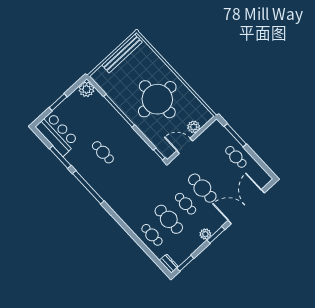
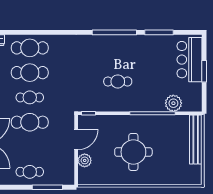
bench: (122, 54) -> (196, 140), moved
plant: (86, 89) -> (173, 103), moved
round table: (157, 99) -> (133, 152), width x0.73, depth x0.73
bar counter: (57, 134) -> (189, 60), moved, turned 90
cafe table: (103, 152) -> (118, 81), moved
cafe table: (152, 235) -> (30, 48), width x1.37, depth x1.35

